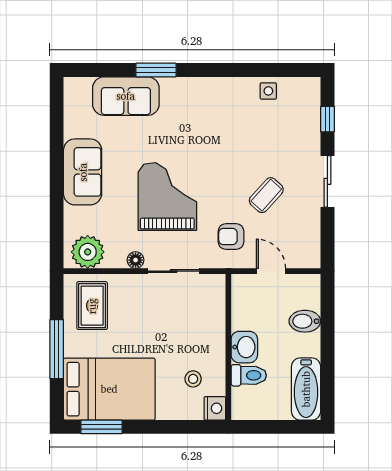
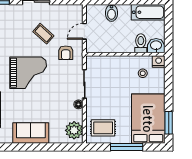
grand piano: (167, 196) -> (28, 73), moved, turned 180
washbasin: (244, 347) -> (156, 46), moved

